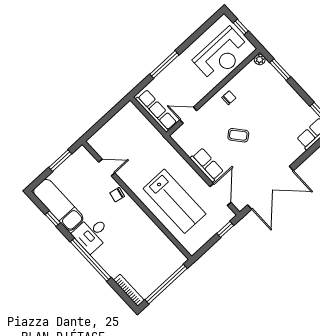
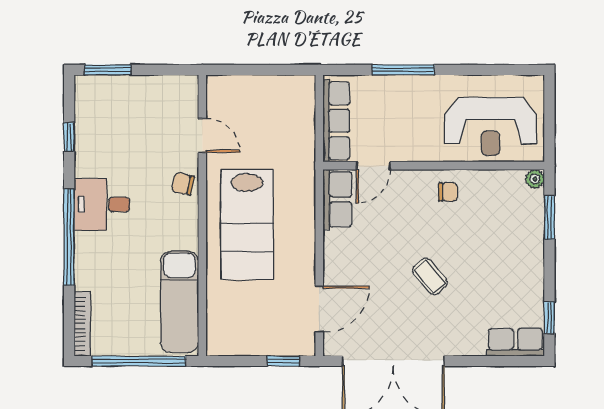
window: (241, 27) -> (549, 113), removed
door: (188, 115) -> (373, 166), swing flipped
coffee table: (238, 135) -> (430, 276), moved
window: (60, 161) -> (108, 70), moved
row of seats: (207, 165) -> (337, 199), moved
lab bench: (175, 201) -> (247, 225), moved
exam couch: (58, 205) -> (179, 302), moved, turned 180

